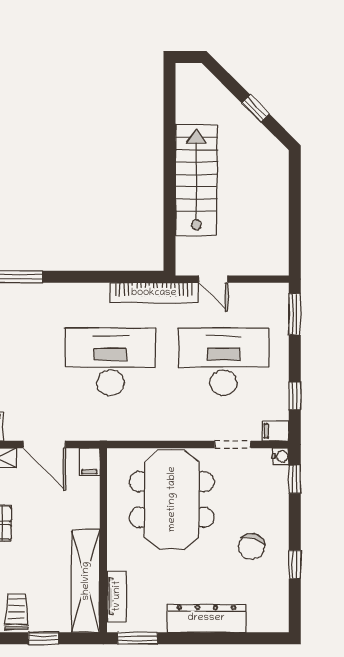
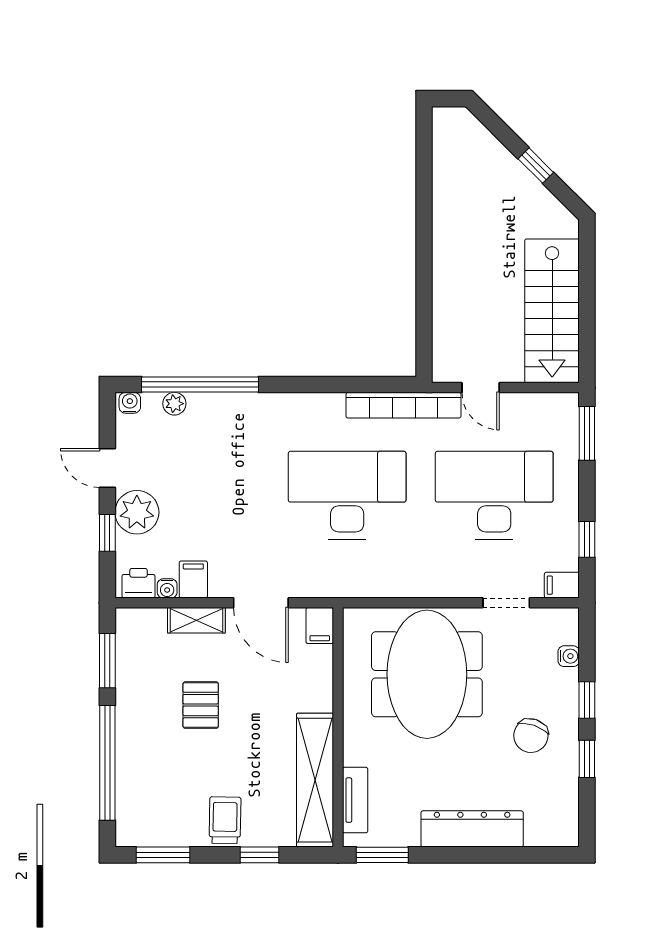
stairs: (196, 180) -> (552, 311), moved, turned 180
water cooler: (281, 456) -> (569, 656), moved
window: (295, 479) -> (587, 700), moved

